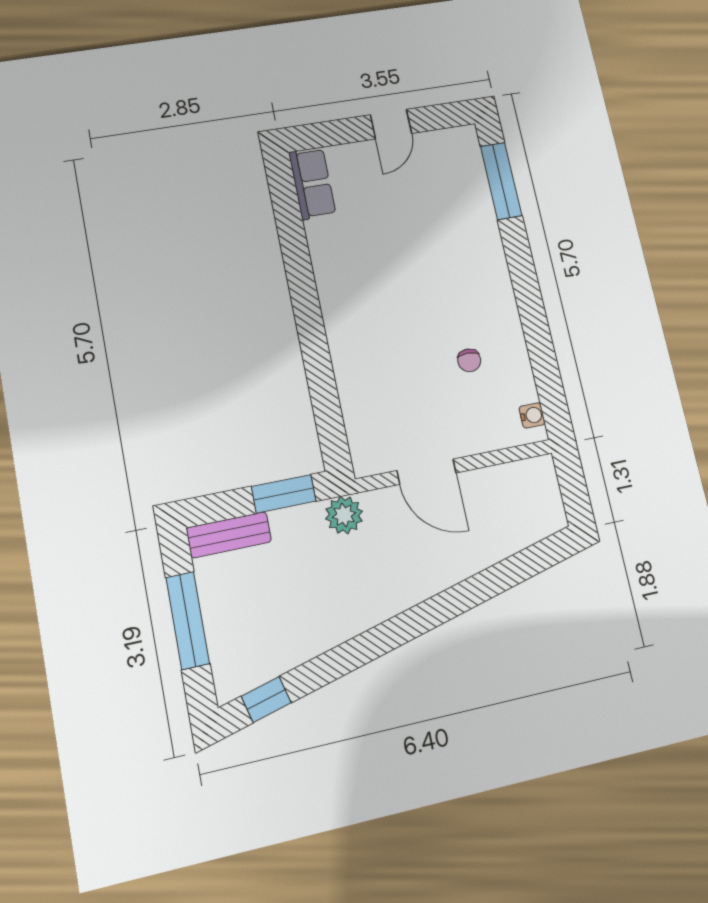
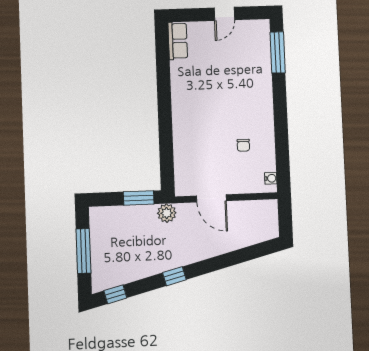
bench: (229, 535) -> (109, 214), removed
window: (380, 640) -> (174, 276), added

